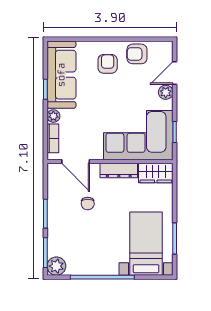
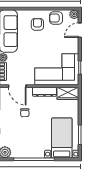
plant: (166, 92) -> (74, 14), moved

